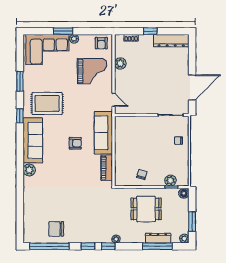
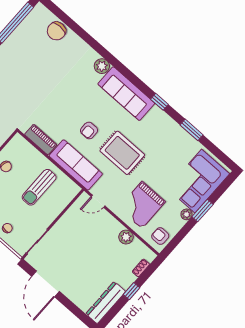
rug: (47, 103) -> (122, 153), moved, turned 90
sun lounger: (137, 143) -> (39, 187), added
chair: (56, 229) -> (56, 31), moved, turned 180

